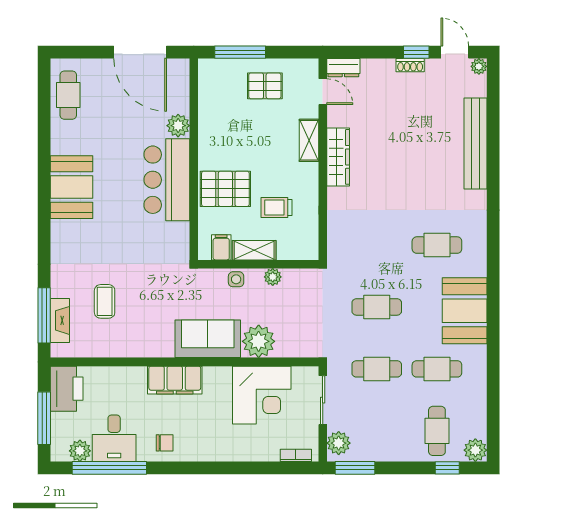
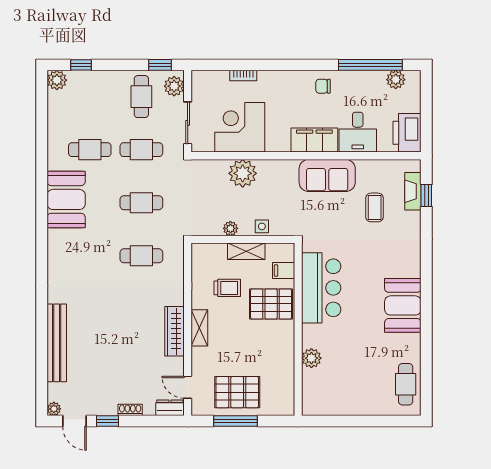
door: (140, 52) -> (344, 421), removed
window: (240, 52) -> (235, 421), moved
shoe rack: (410, 65) -> (130, 410), moved
pallet: (265, 86) -> (237, 392), width x1.50, depth x1.42
shelving: (309, 140) -> (199, 328), moved
bar counter: (167, 180) -> (321, 288), moved
cafe table: (437, 245) -> (141, 256), moved
filing cabinet: (221, 247) -> (284, 271), moved, turned 90
window: (44, 315) -> (426, 196), width x0.46
sofa: (208, 339) -> (327, 175), moved
window: (44, 418) -> (426, 107), removed
cafe table: (437, 431) -> (141, 97), moved
desk: (114, 438) -> (358, 132), moved, turned 180
bookcase: (296, 455) -> (243, 76), moved
window: (355, 468) -> (160, 65), width x0.67

